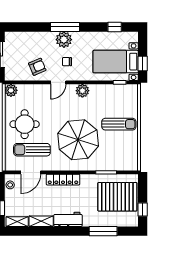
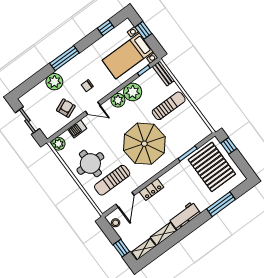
plant: (64, 40) -> (54, 82), moved
window: (143, 63) -> (143, 30), moved
door: (58, 82) -> (93, 108), hinge flipped
barbecue: (34, 89) -> (77, 129), added
plant: (99, 93) -> (133, 92), added
bench: (133, 96) -> (164, 73), added
locker: (63, 180) -> (151, 189), width x0.66
pallet: (117, 197) -> (212, 167), turned 90
window: (143, 209) -> (229, 146), moved

